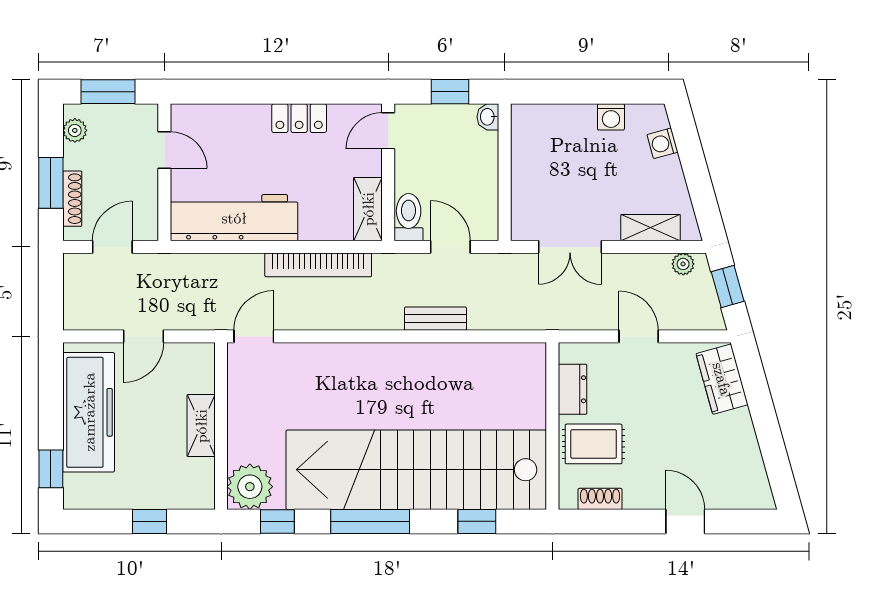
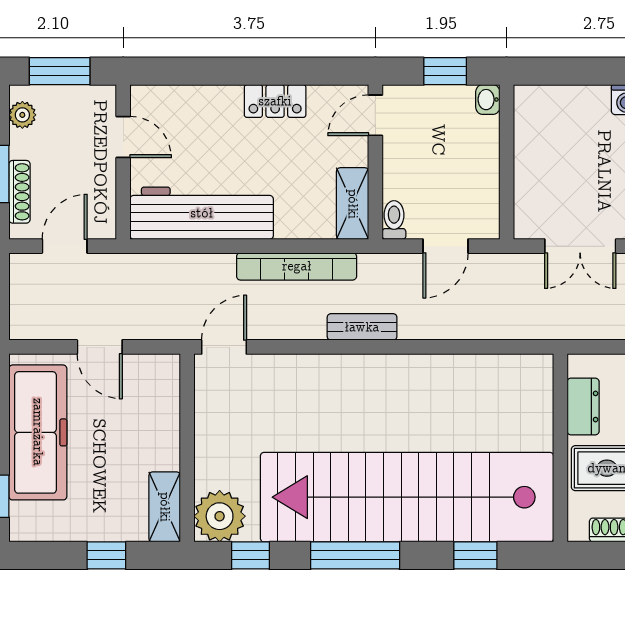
toilet: (409, 217) -> (394, 220), width x0.73, depth x0.72
door: (450, 247) -> (446, 246), swing flipped
bench: (435, 319) -> (362, 327), moved
door: (143, 336) -> (100, 347), hinge flipped
shelving: (201, 426) -> (165, 507), moved

